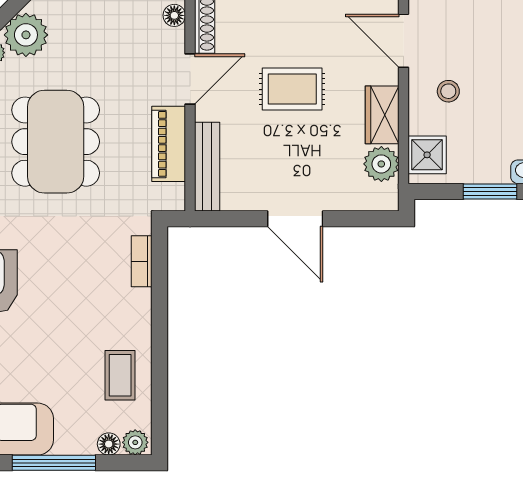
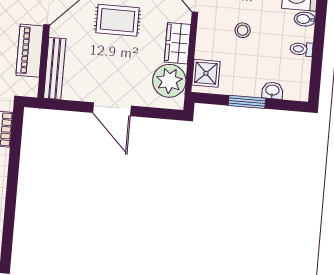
stool: (448, 91) -> (243, 30), moved
plant: (381, 164) -> (169, 81), width x1.36, depth x1.36

